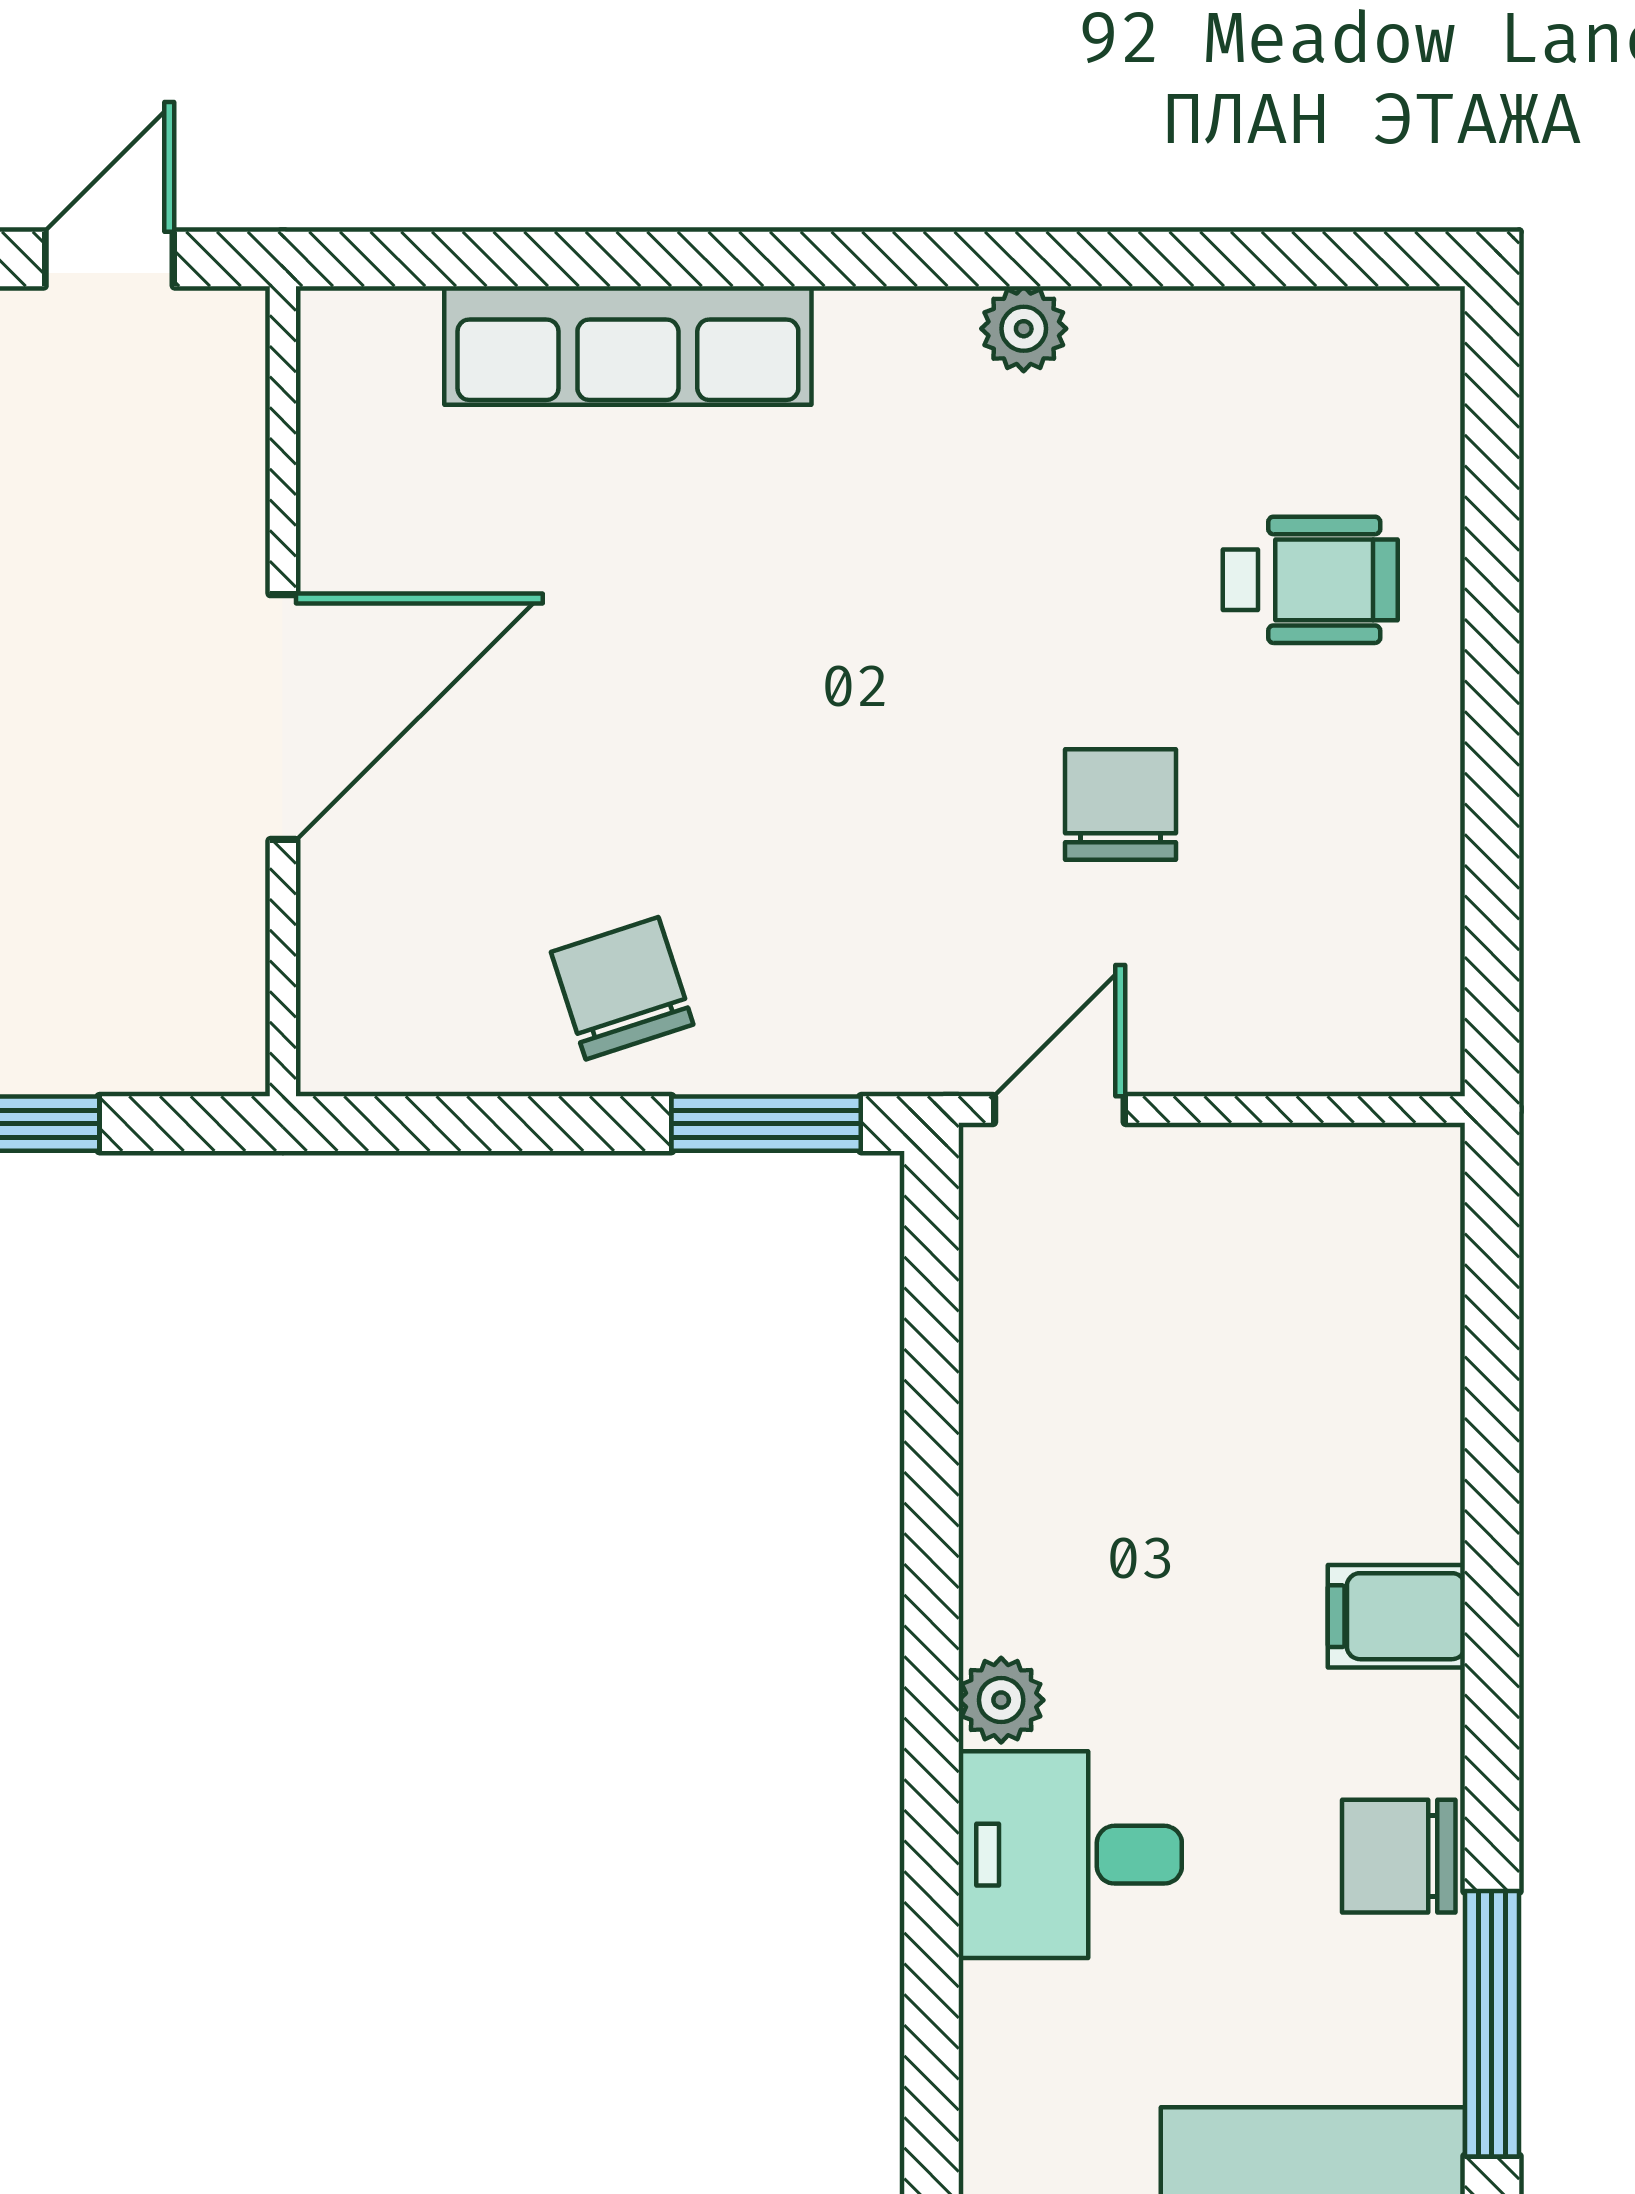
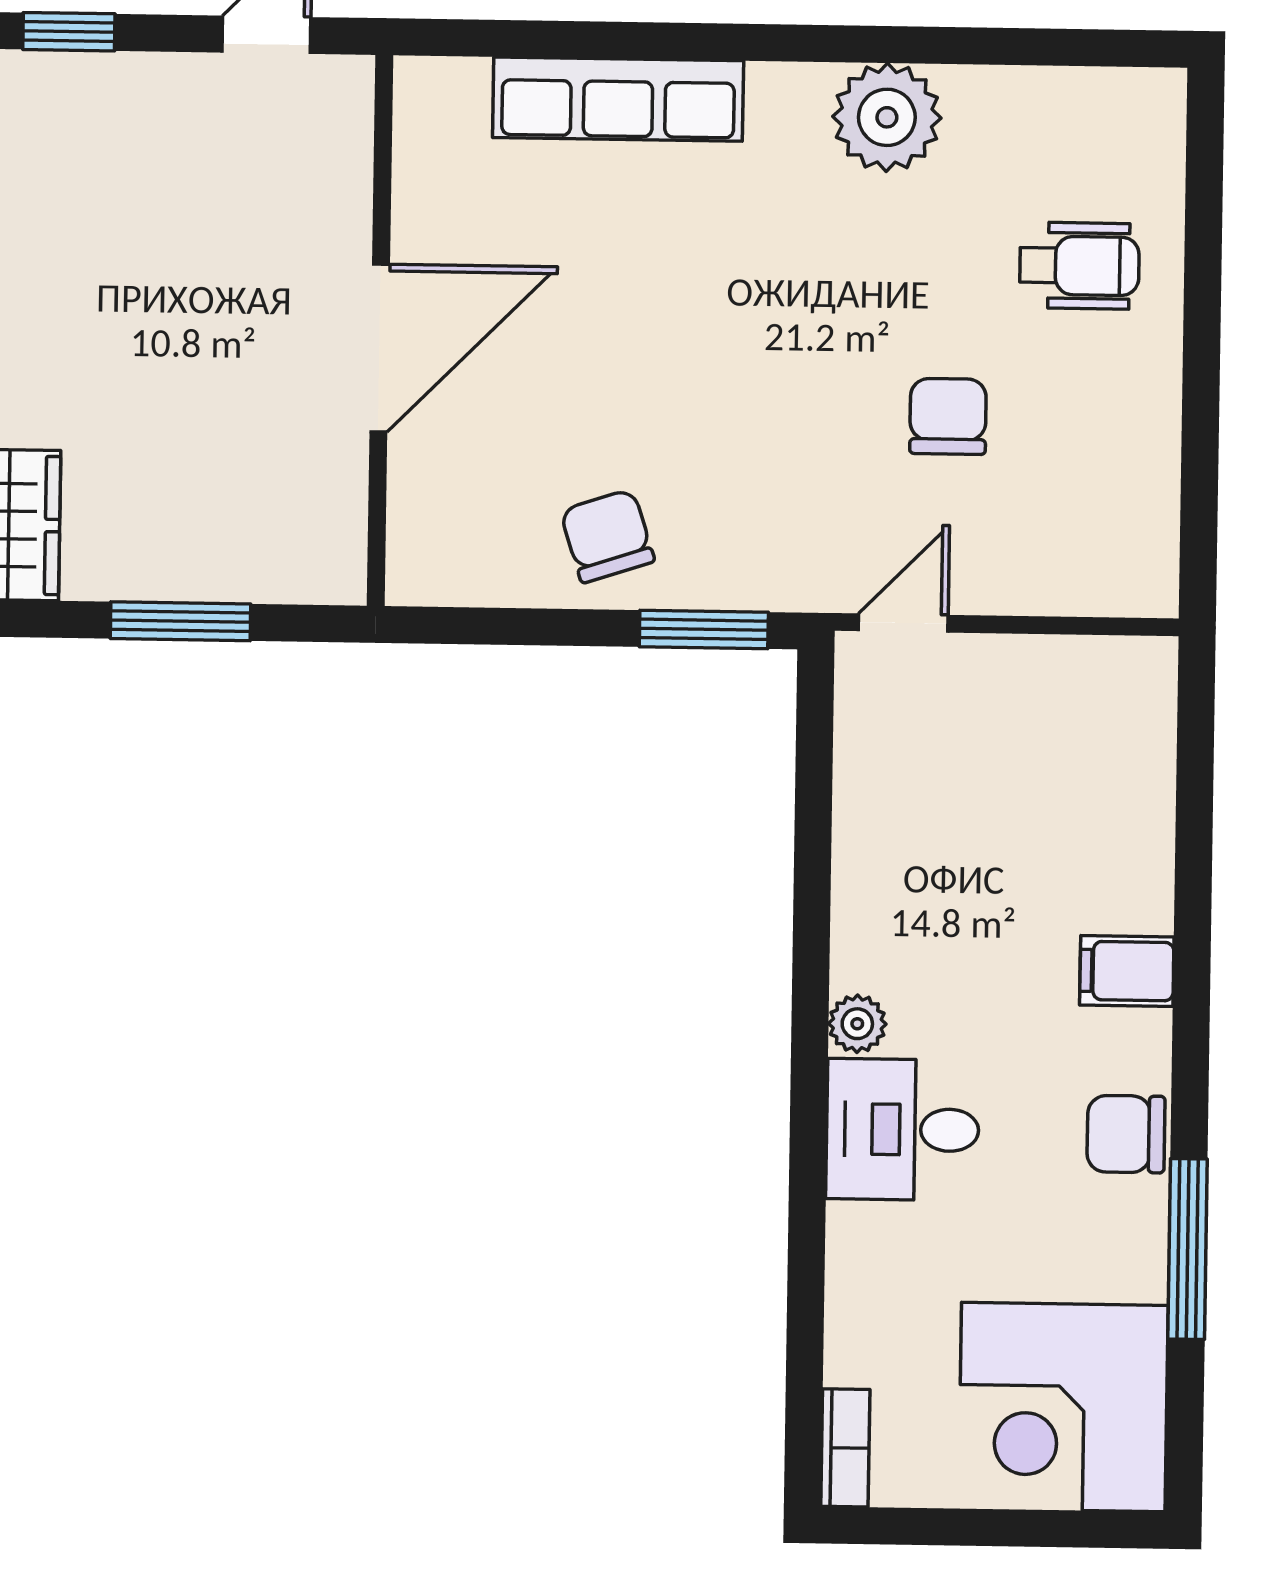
plant: (1024, 329) -> (887, 117), width x1.88, depth x1.88

